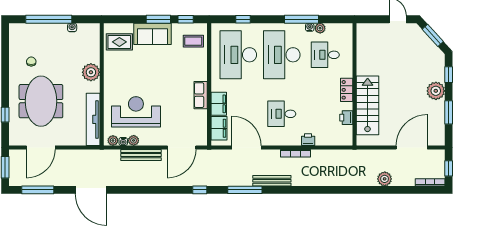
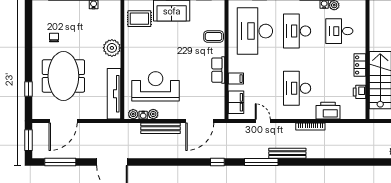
coffee table: (193, 41) -> (214, 37), moved
desk: (282, 55) -> (297, 31), width x0.73, depth x0.77
filing cabinet: (219, 104) -> (236, 79), width x0.50
desk: (282, 114) -> (297, 88), width x1.37
printer: (308, 140) -> (328, 111), width x1.87, depth x1.48
door: (247, 148) -> (263, 121), width x0.53

